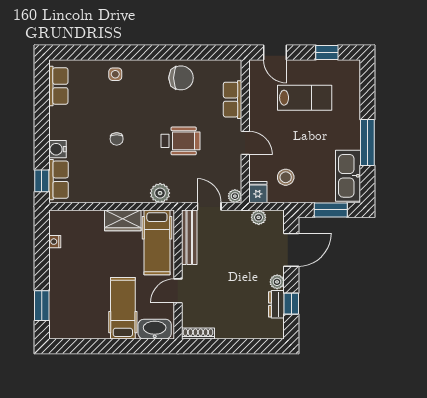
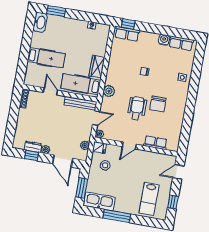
chair: (181, 78) -> (158, 104), moved
lab bench: (305, 98) -> (149, 199), moved
wheelchair: (181, 141) -> (137, 108), turned 180
water cooler: (57, 149) -> (164, 40), moved
washbasin: (155, 329) -> (40, 22), moved

